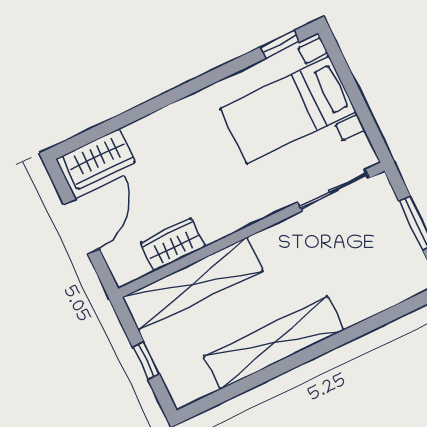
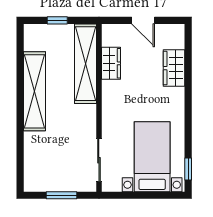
wardrobe: (99, 159) -> (174, 68), moved
door: (81, 227) -> (143, 20), width x0.73

